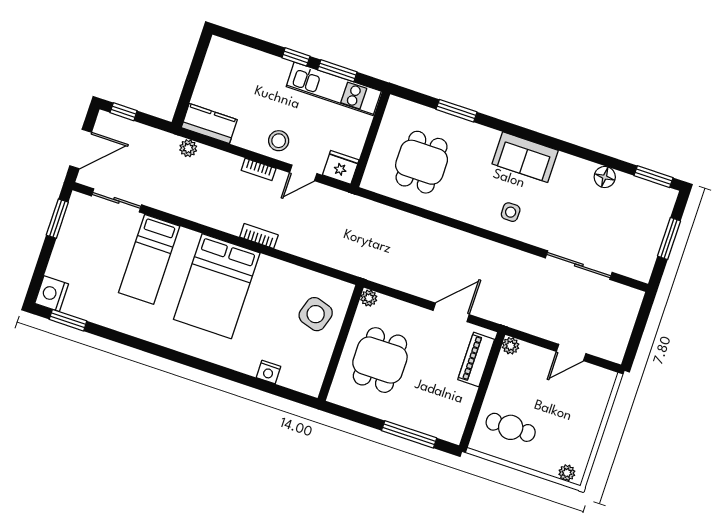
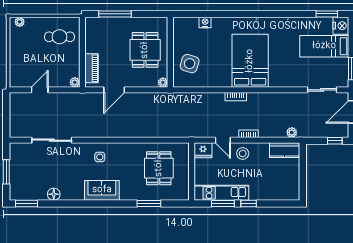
door: (303, 173) -> (223, 140), swing flipped
bed: (149, 259) -> (324, 46), moved, turned -90

